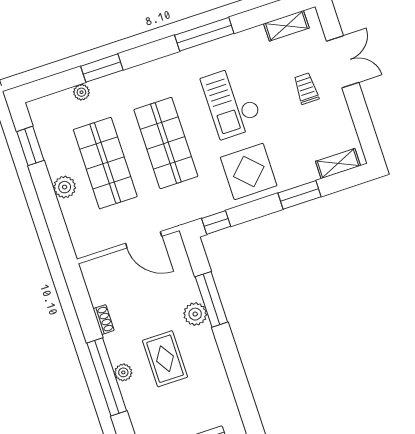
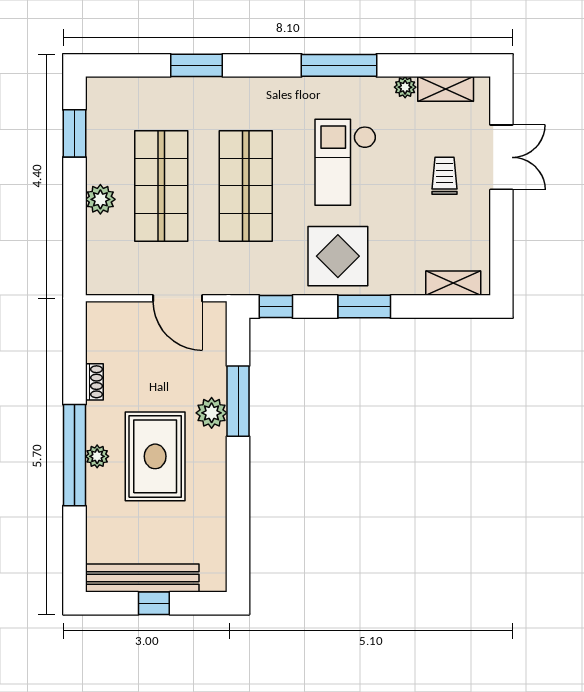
plant: (81, 92) -> (405, 87), moved
window: (300, 195) -> (364, 307), moved
rug: (165, 359) -> (155, 456), width x1.36, depth x1.43

